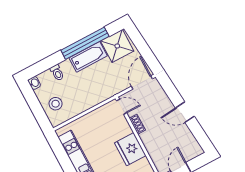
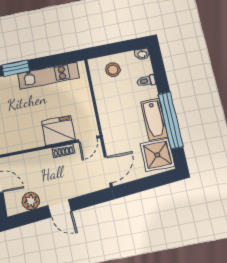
door: (142, 83) -> (108, 170), hinge flipped
door: (185, 112) -> (60, 208), swing flipped
plant: (187, 138) -> (31, 201), added
fridge: (130, 149) -> (58, 131), moved

